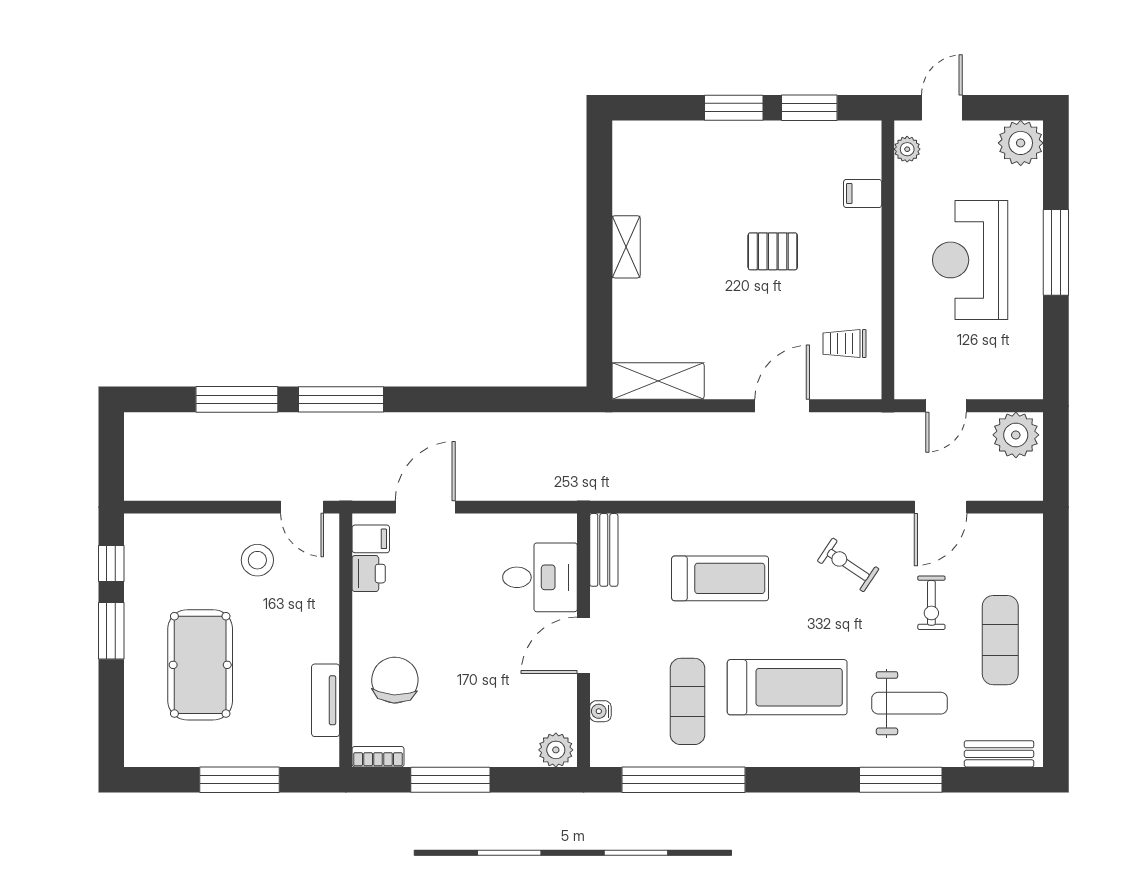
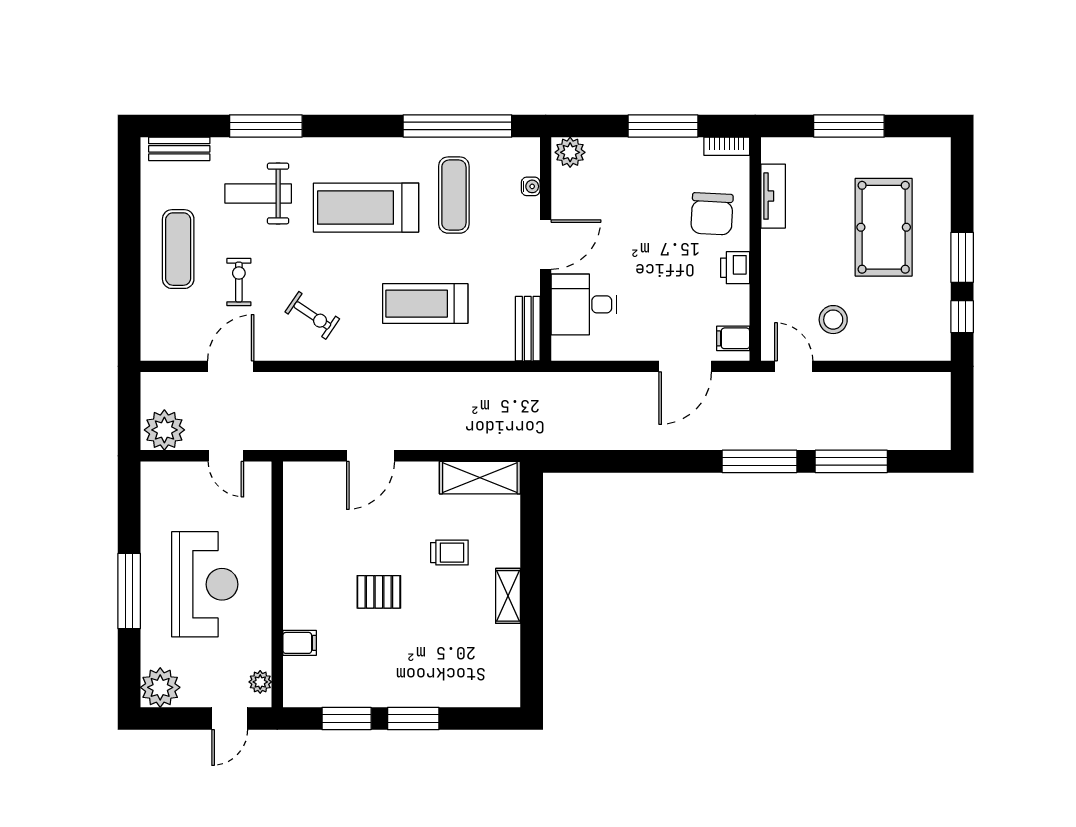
trolley: (845, 344) -> (449, 553), moved
door: (946, 406) -> (226, 456), swing flipped
printer: (369, 574) -> (735, 268), moved

